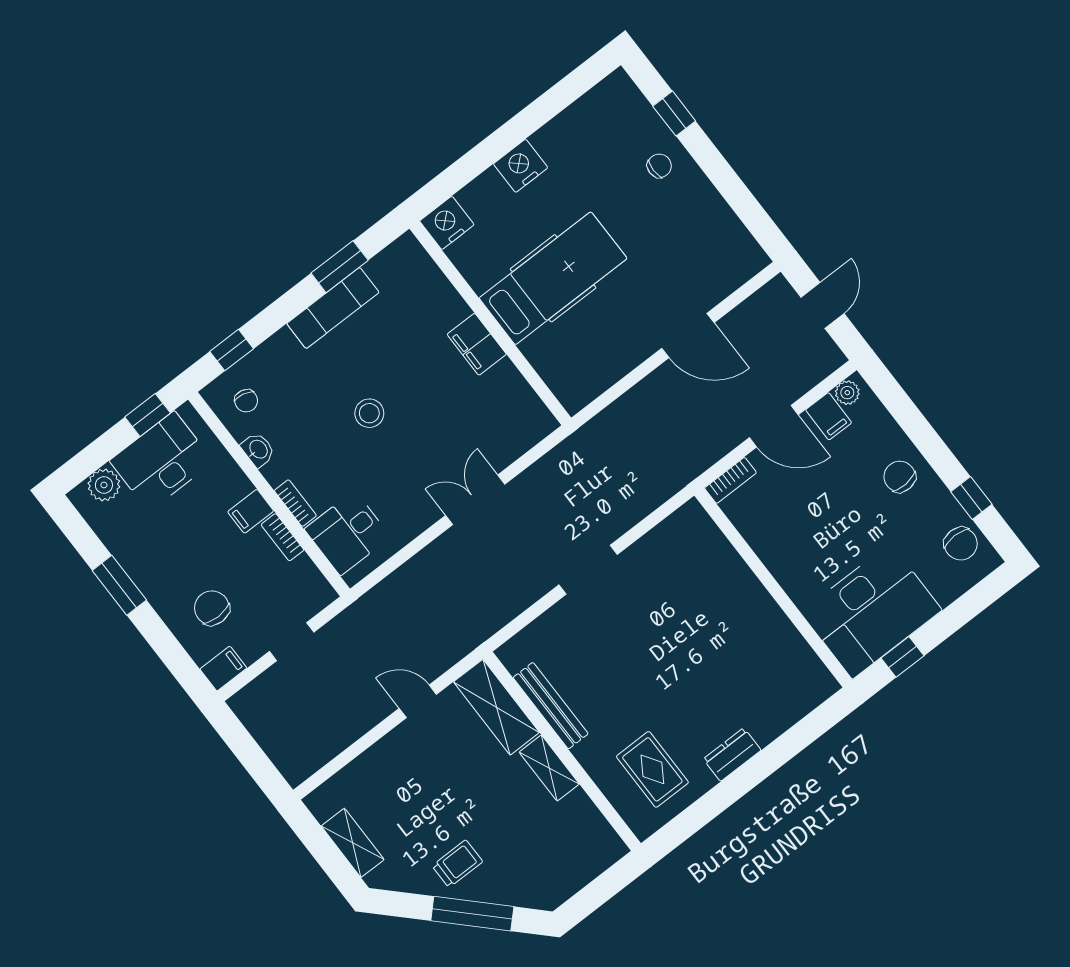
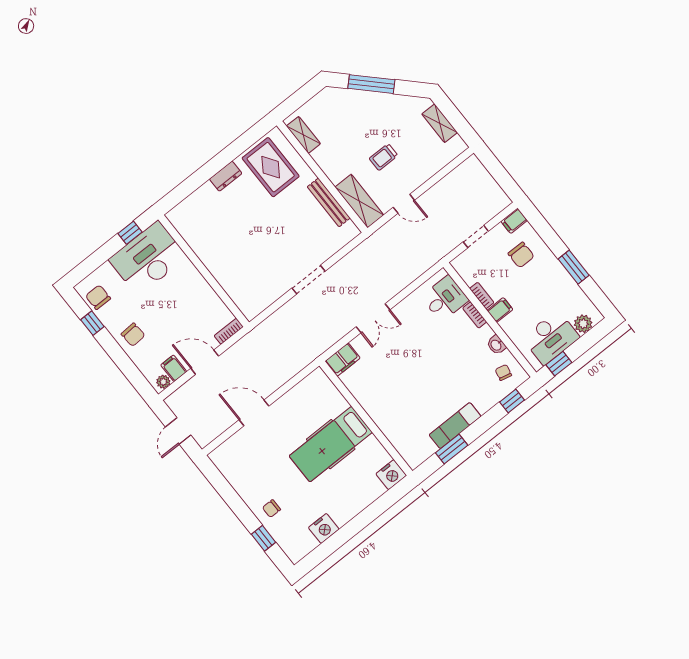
nightstand: (521, 166) -> (324, 528), moved
filing cabinet: (477, 344) -> (343, 360), moved, turned 90
stool: (369, 413) -> (434, 366), removed
shelving: (549, 768) -> (303, 135), moved
rug: (652, 769) -> (271, 167), width x1.36, depth x1.43
trolley: (457, 864) -> (384, 157), moved

